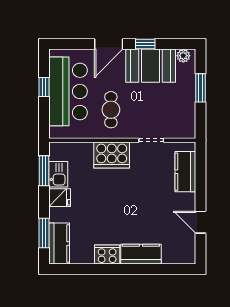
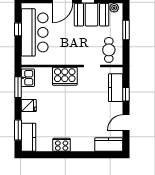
cafe table: (111, 110) -> (109, 50), moved
kitchen sink: (58, 174) -> (28, 78), moved
window: (200, 181) -> (126, 94), added
door: (200, 222) -> (126, 123), hinge flipped
kitchen counter: (141, 254) -> (109, 145), moved

